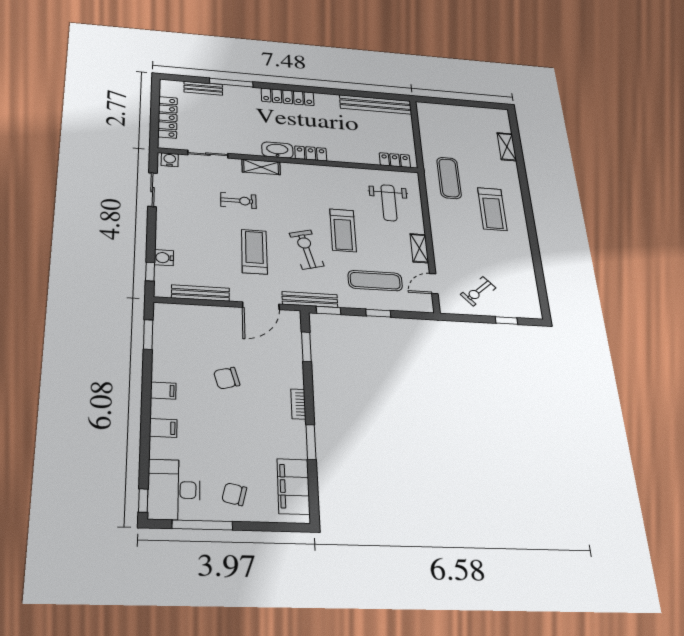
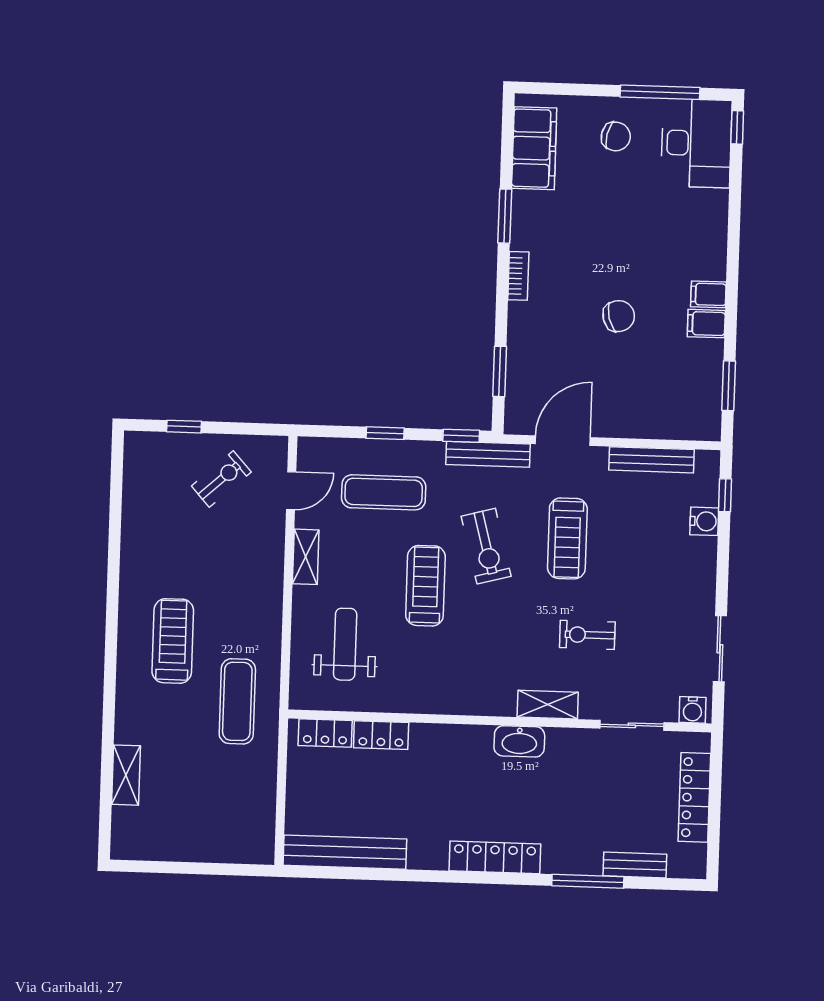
locker: (311, 153) -> (381, 735), moved
filing cabinet: (163, 428) -> (706, 324), moved

